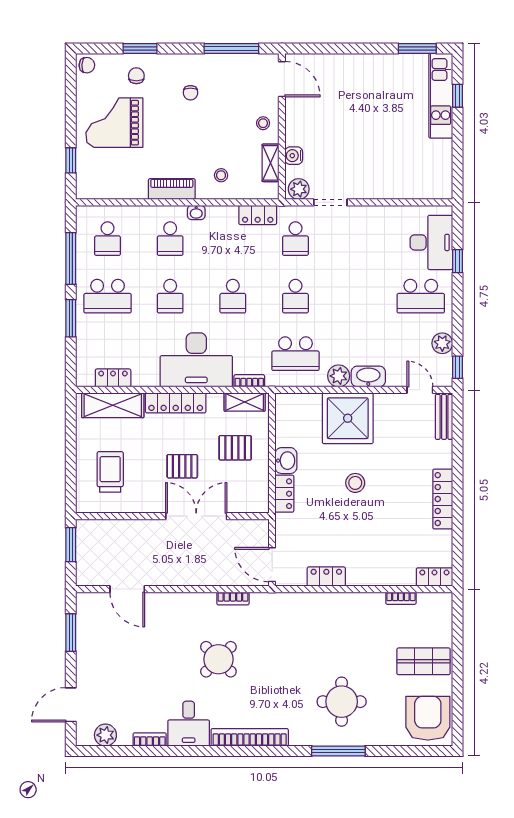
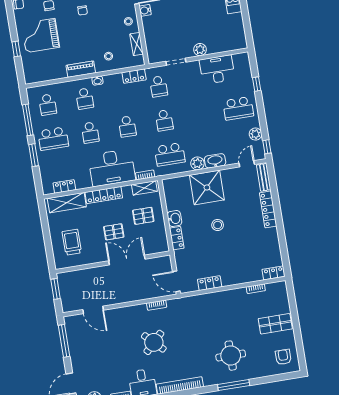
water cooler: (294, 156) -> (145, 10), moved
window: (71, 160) -> (16, 49), moved
plant: (299, 189) -> (200, 50), moved
desk: (431, 242) -> (217, 70), moved, turned -90
door: (420, 390) -> (247, 164), hinge flipped
locker: (443, 499) -> (268, 209), moved
window: (71, 633) -> (64, 341), width x1.44
armchair: (428, 718) -> (283, 357), width x0.53, depth x0.53

